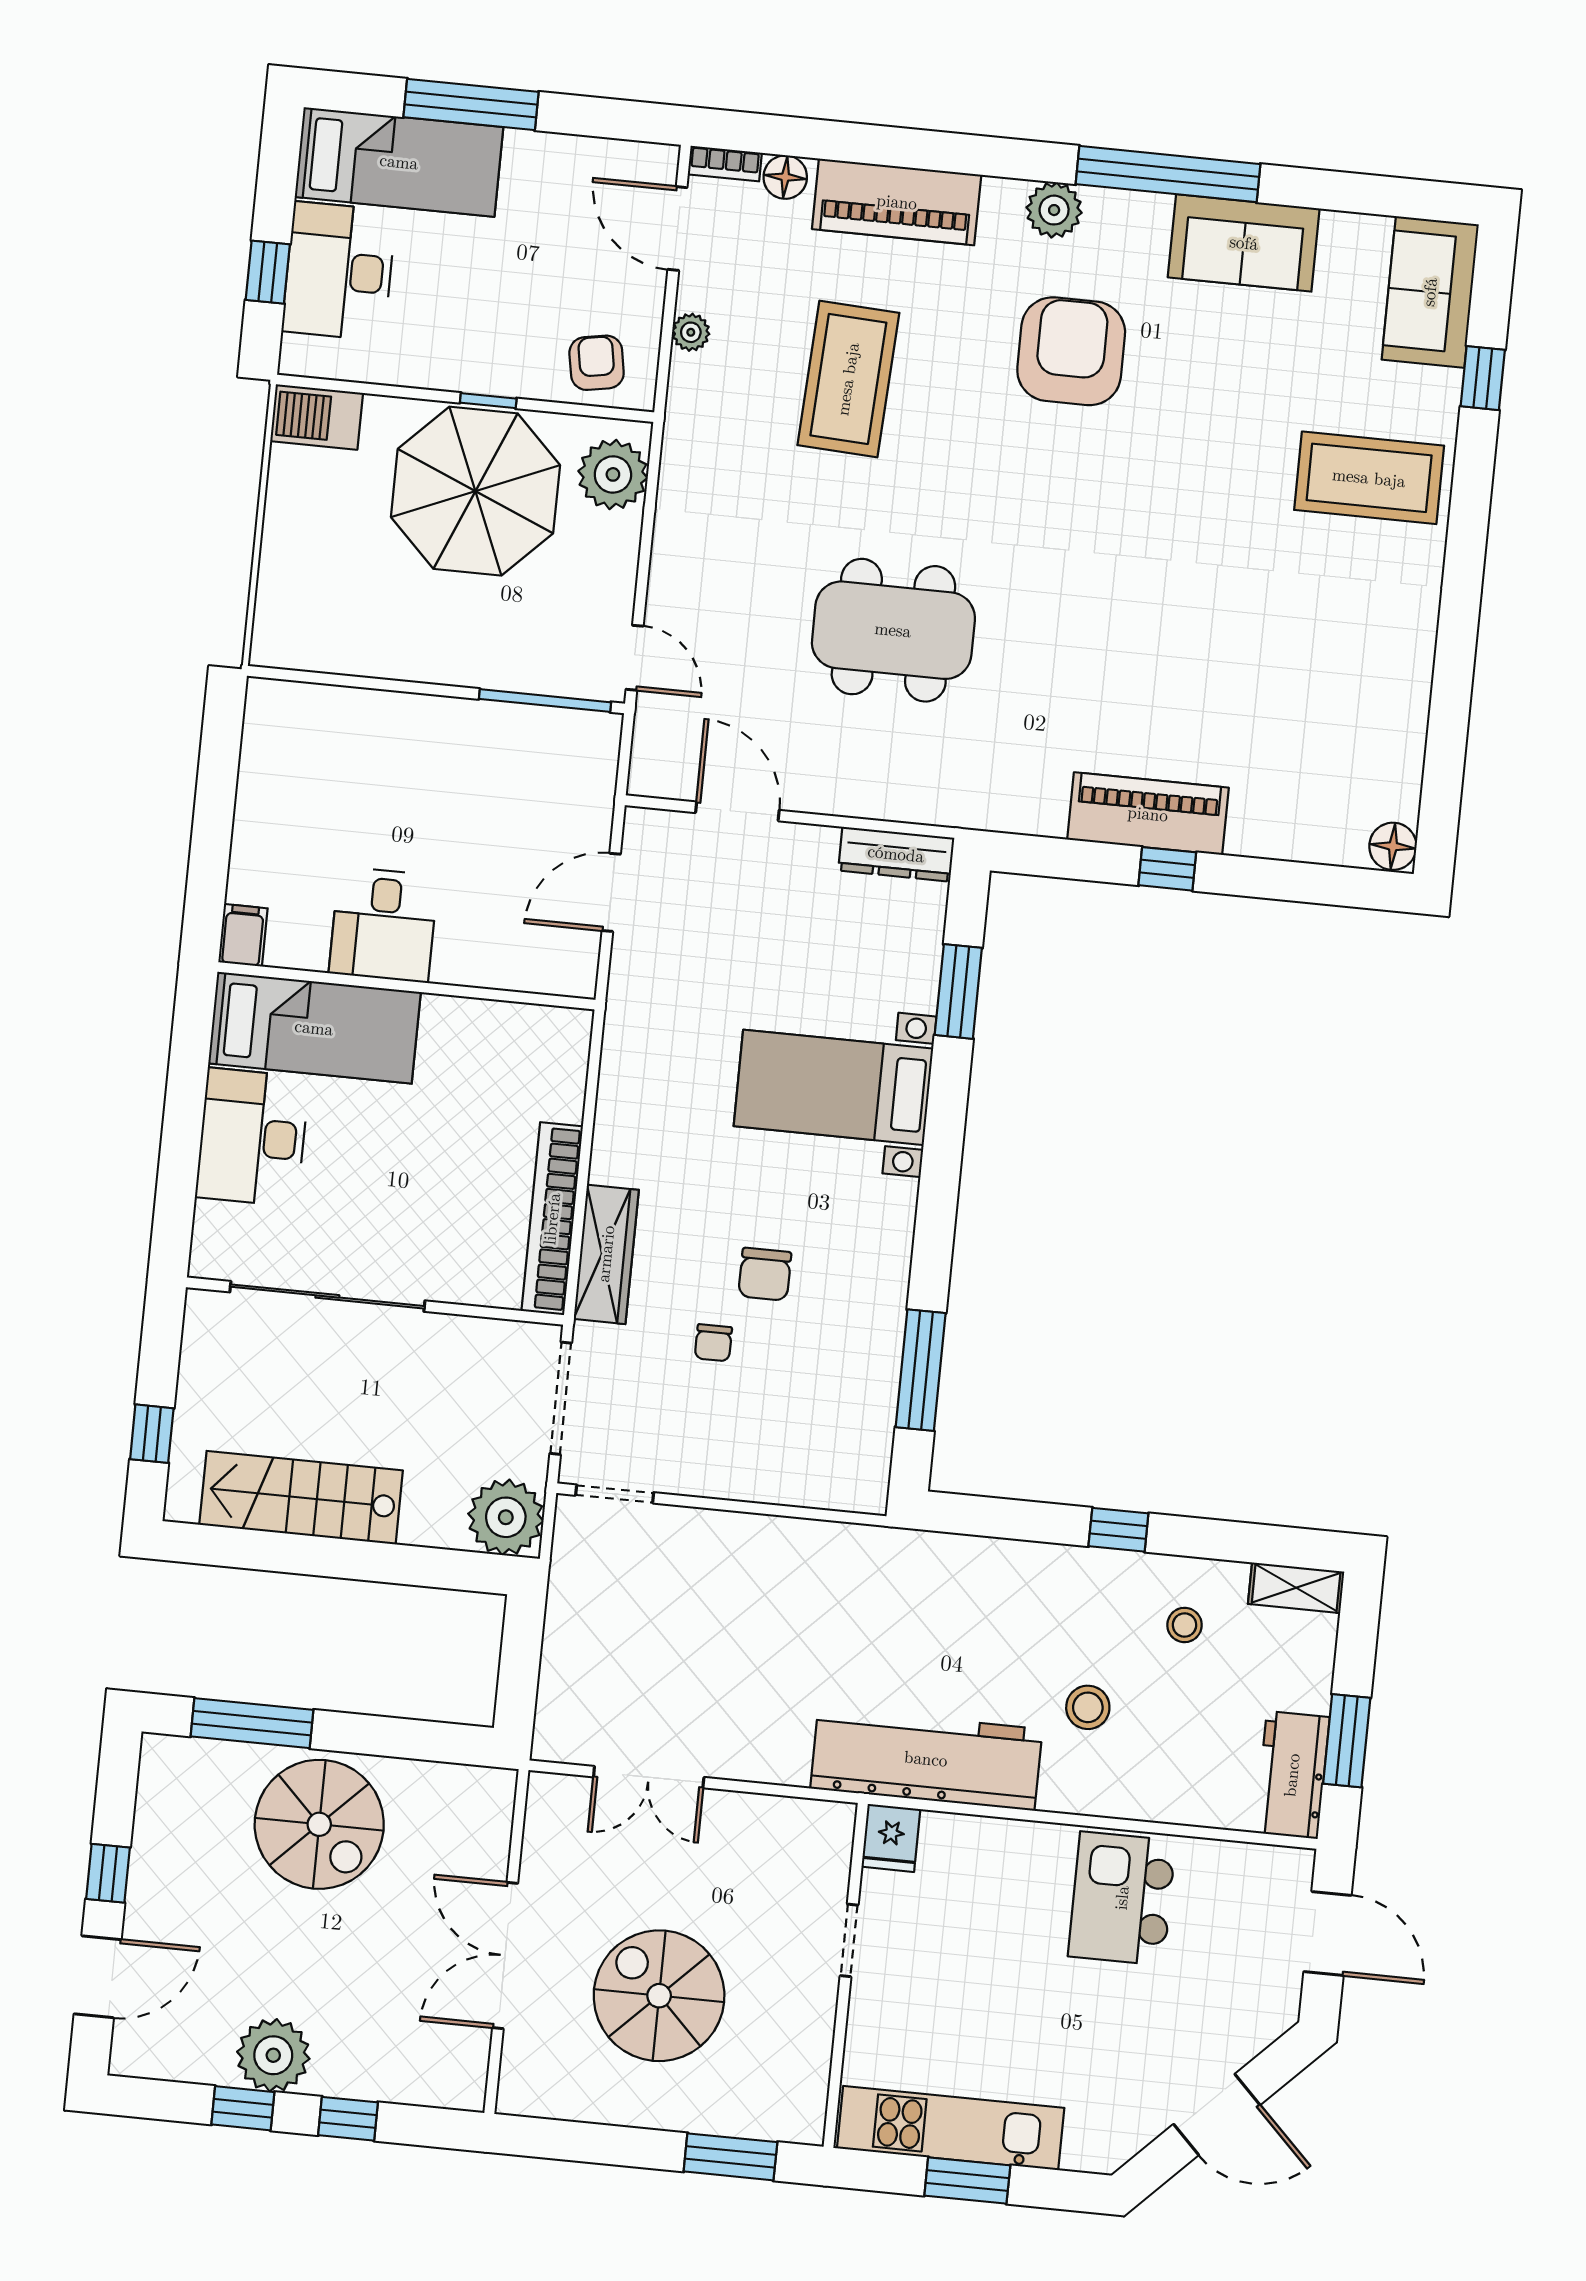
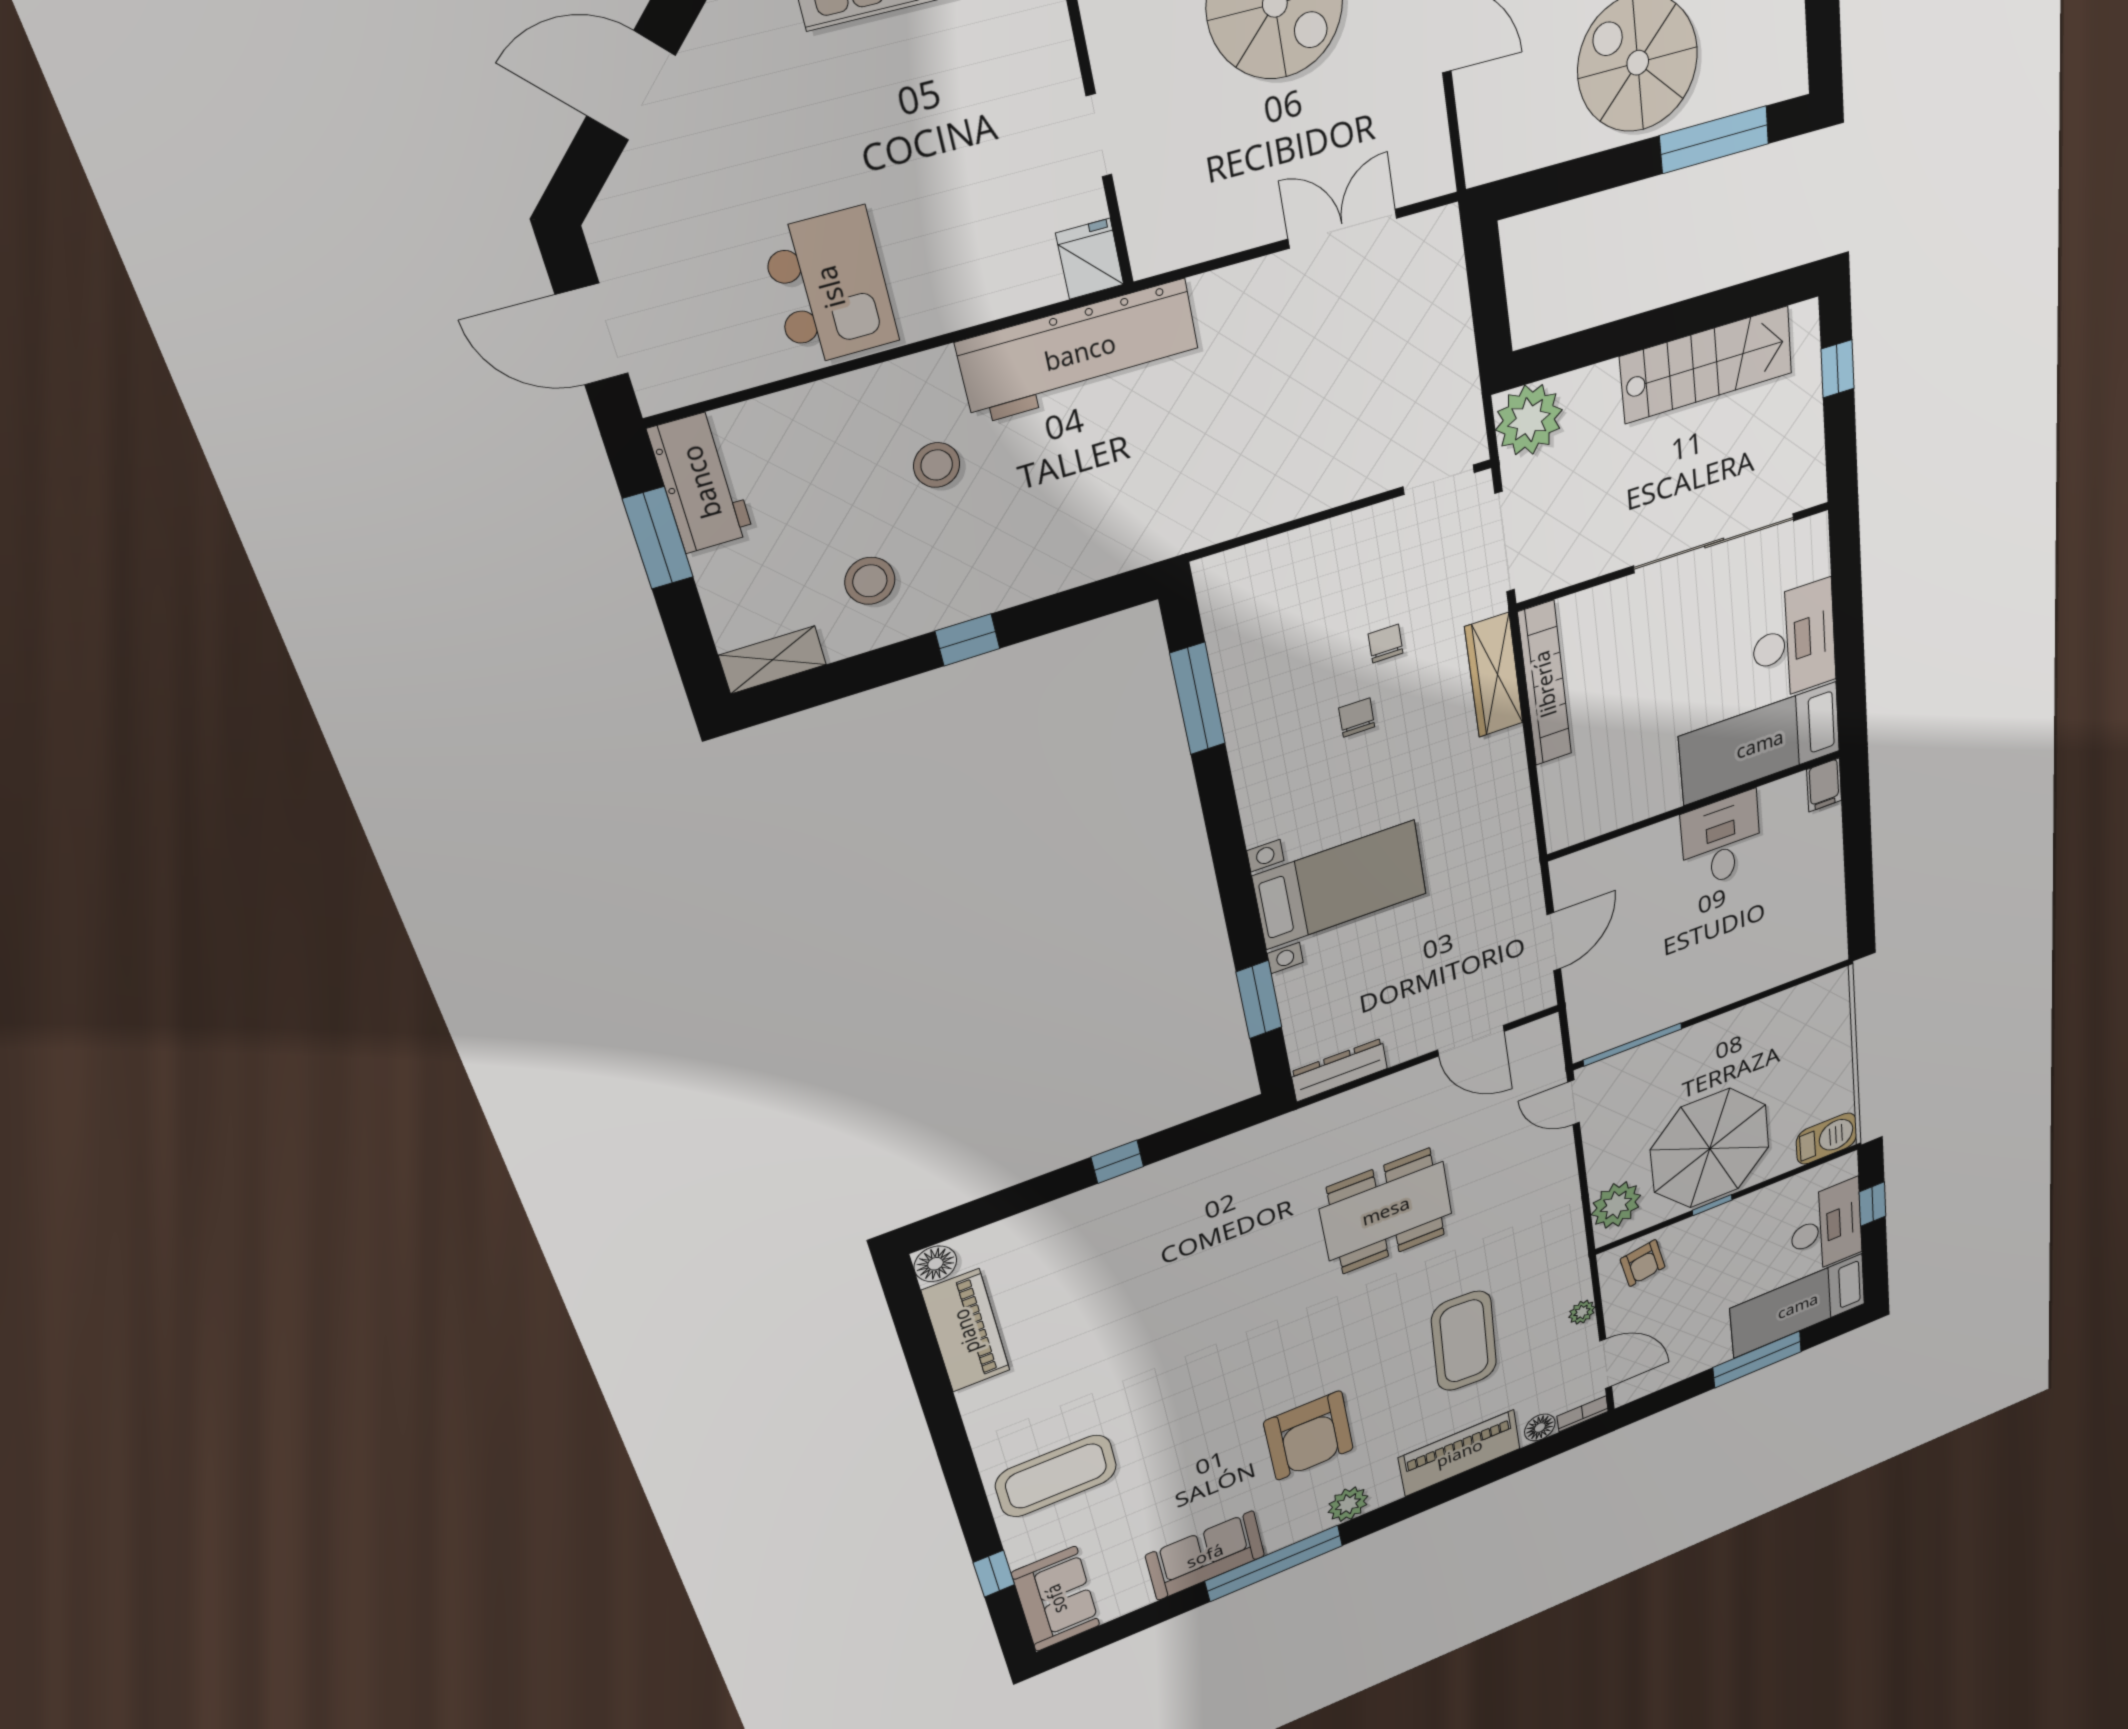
piano: (1148, 814) -> (966, 1331), moved, turned -90
chair: (765, 1274) -> (1357, 717), width x0.73, depth x0.73
stool: (1185, 1625) -> (870, 581), width x1.37, depth x1.37

